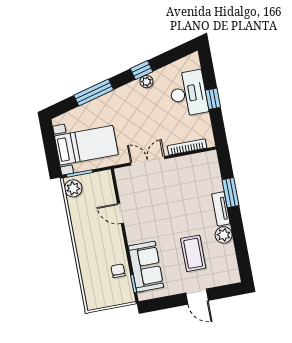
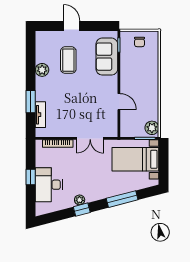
tv unit: (221, 209) -> (40, 115), moved
chair: (118, 271) -> (140, 42), moved

